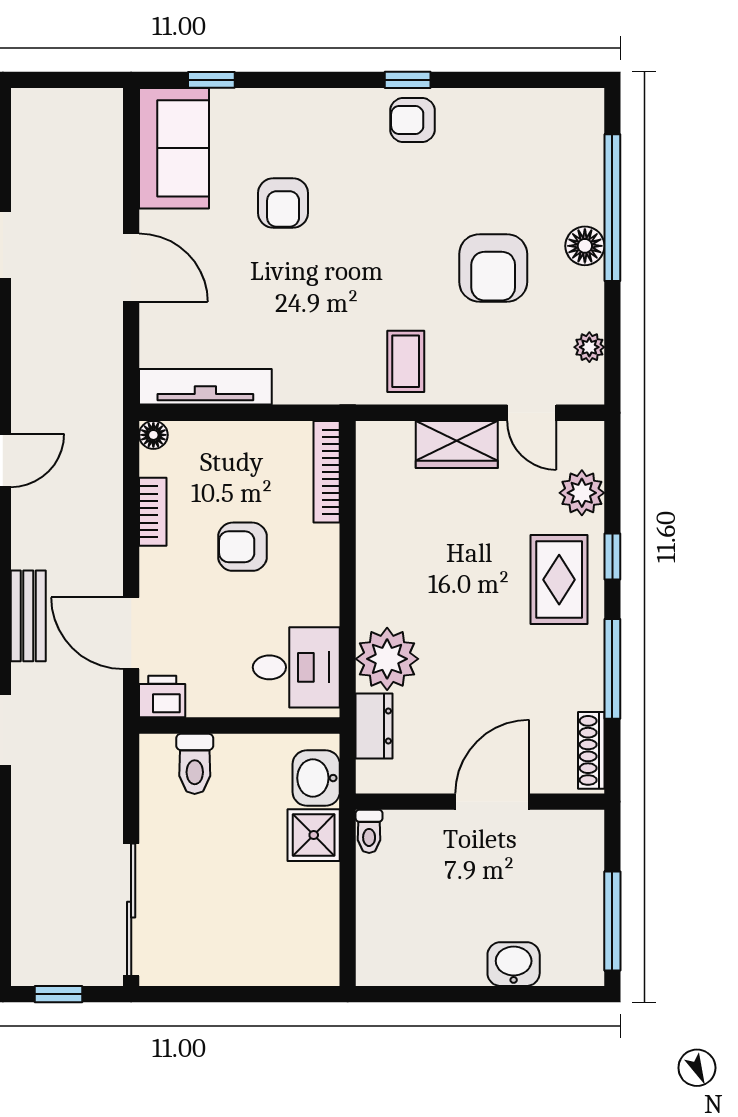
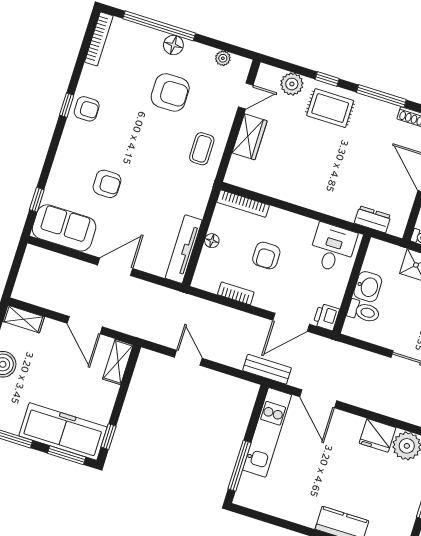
bookcase: (552, 101) -> (99, 39), added
armchair: (413, 120) -> (87, 109), turned -90
coffee table: (406, 361) -> (202, 149), turned 90
floor lamp: (153, 435) -> (212, 241), moved
plant: (387, 659) -> (342, 203), removed
washbasin: (316, 778) -> (368, 287), moved, turned -90

